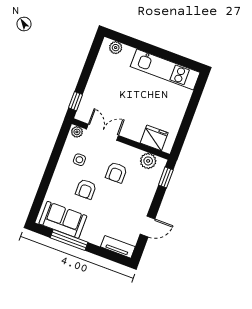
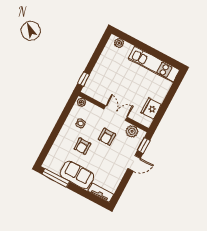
double door: (102, 132) -> (116, 113), moved
fridge: (154, 138) -> (151, 108), moved, turned -90
sofa: (63, 220) -> (77, 175), moved
door: (148, 227) -> (134, 163), moved
window: (69, 240) -> (56, 178), moved

